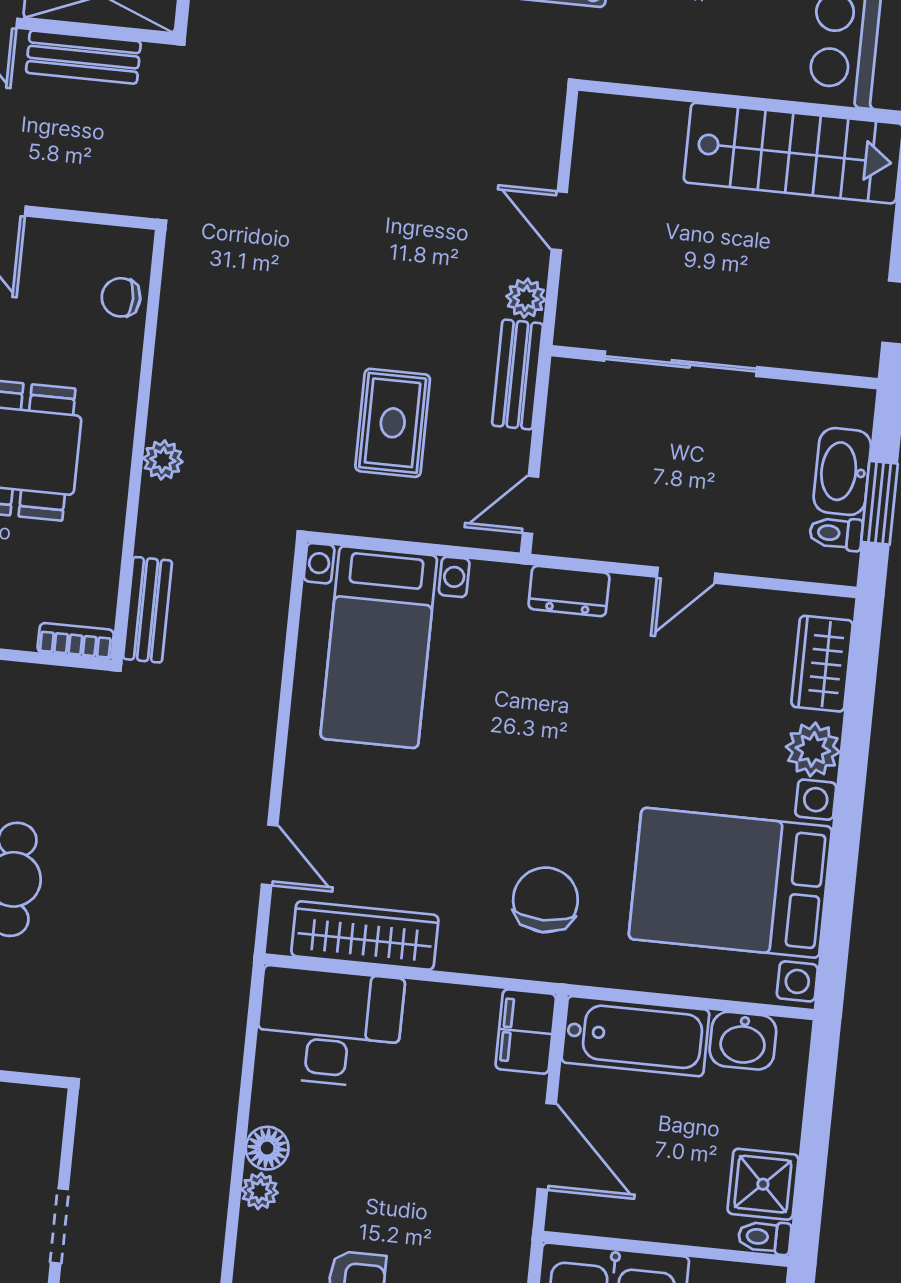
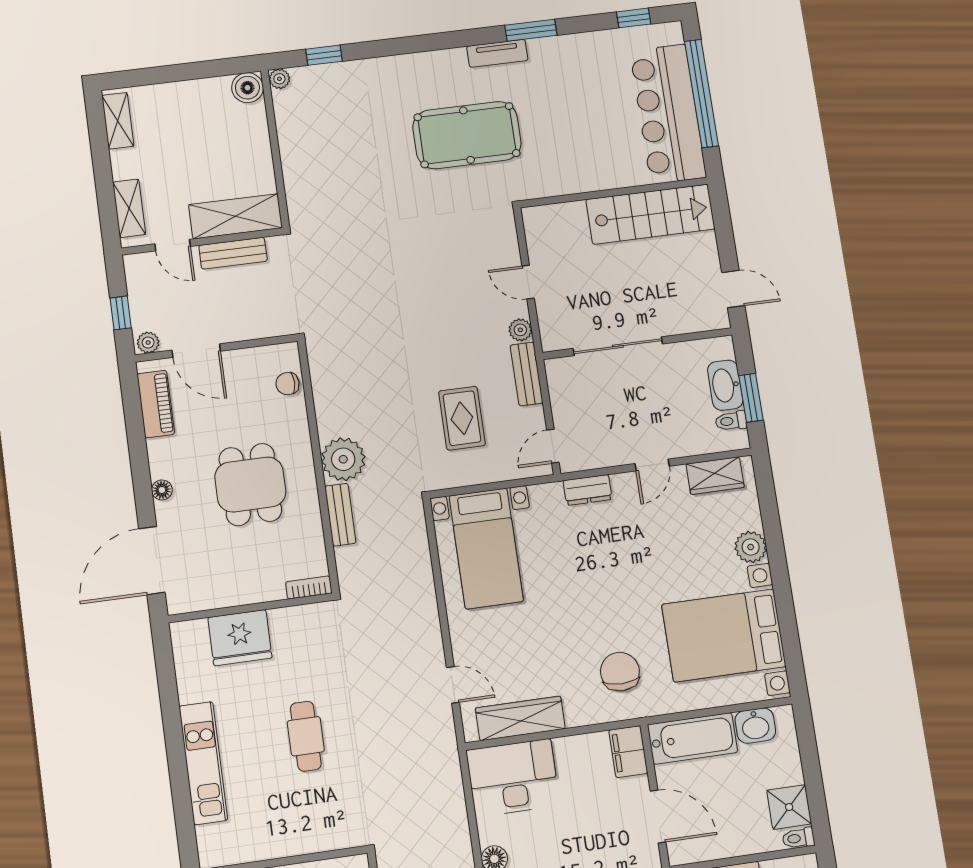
plant: (163, 460) -> (343, 459), width x1.88, depth x1.88
bench: (147, 610) -> (340, 515), moved
wardrobe: (822, 664) -> (715, 476), moved, turned -90

